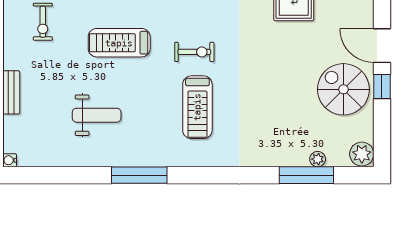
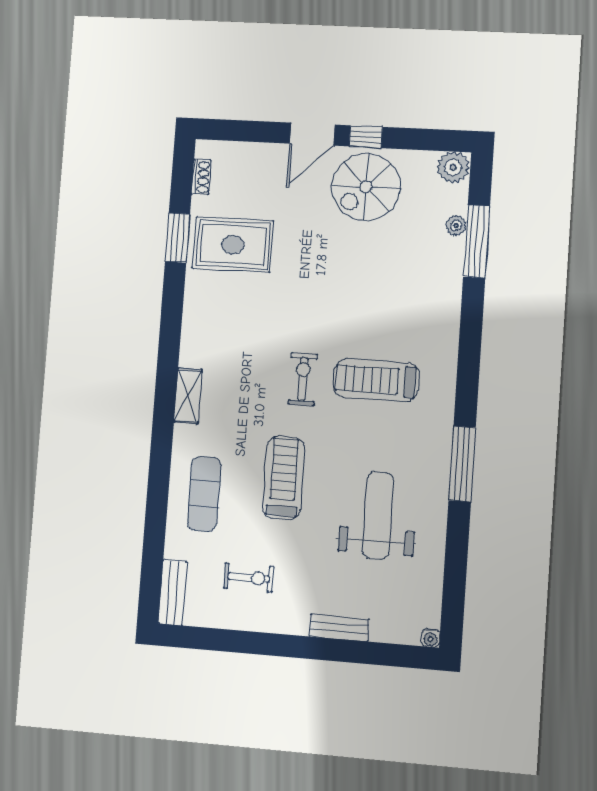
treadmill: (119, 43) -> (284, 478), turned 180
treadmill: (197, 107) -> (376, 380), turned 180
weight bench: (97, 115) -> (378, 515), width x1.36, depth x1.33

